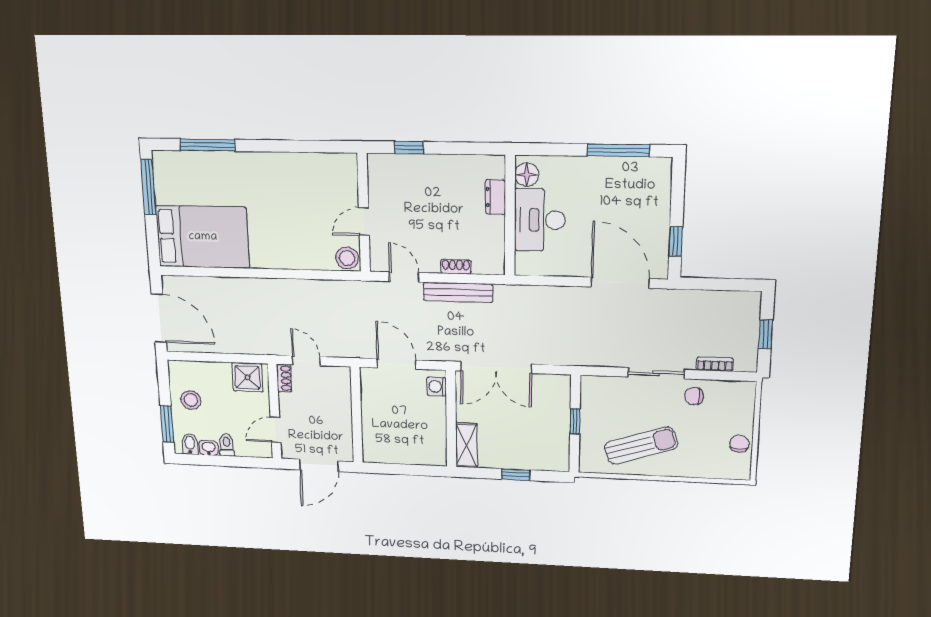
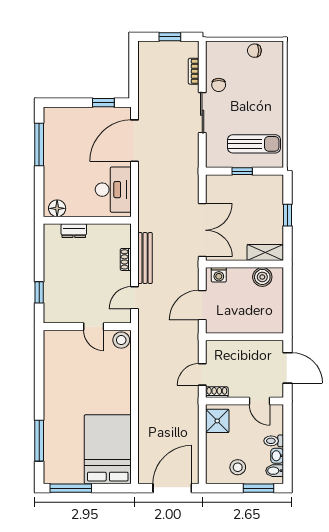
desk: (540, 220) -> (113, 190), moved, turned -90
boiler: (434, 440) -> (262, 277), added
sun lounger: (641, 446) -> (254, 144), moved, turned 108

